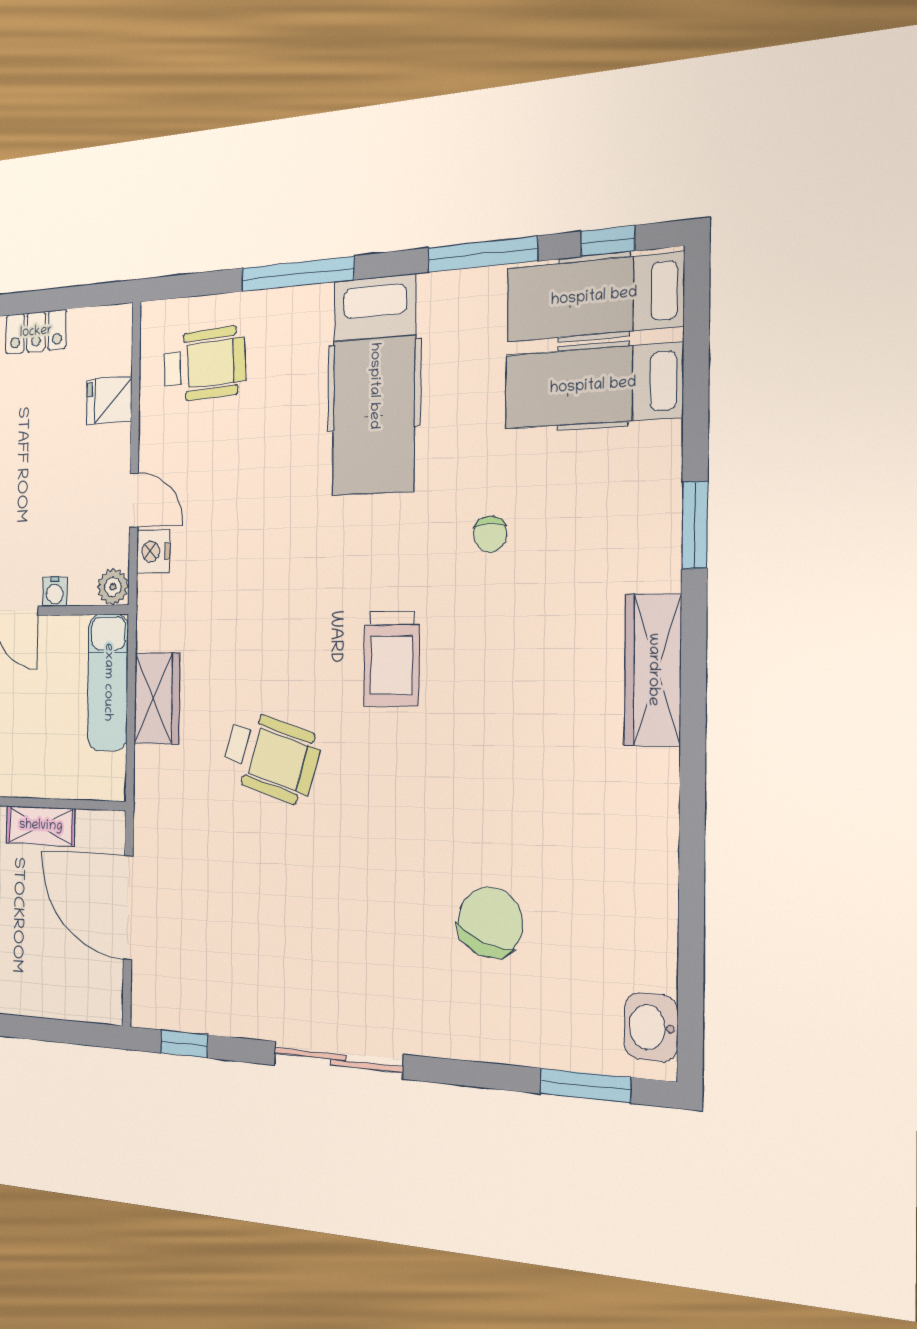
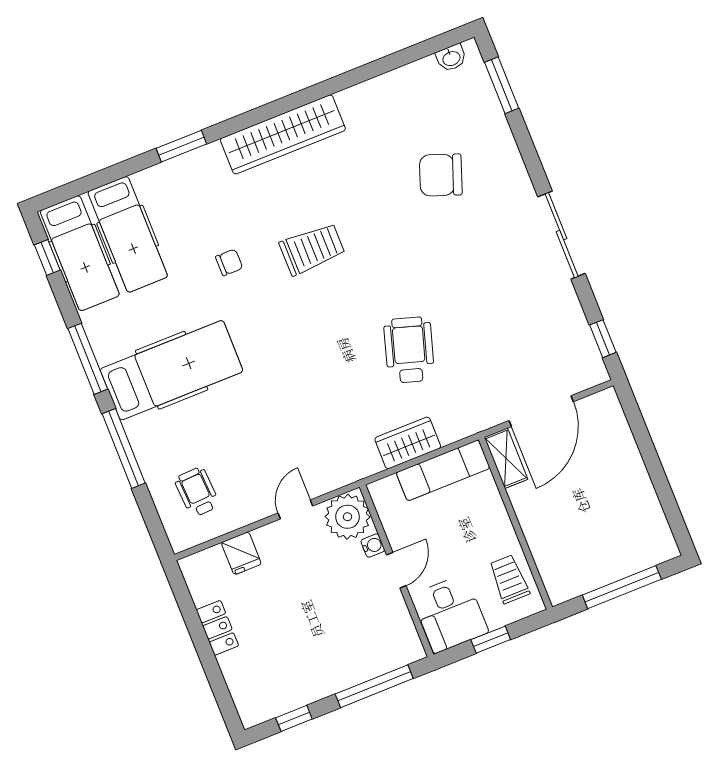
window: (482, 254) -> (88, 359), moved
wheelchair: (204, 364) -> (197, 492), width x0.73, depth x0.73
nightstand: (153, 551) -> (321, 482), removed
plant: (113, 587) -> (348, 517), width x1.87, depth x1.87
trolley: (391, 659) -> (312, 249), moved
wardrobe: (653, 670) -> (283, 134), width x1.40, depth x1.17
exam couch: (108, 682) -> (443, 470), moved
shelving: (41, 826) -> (506, 458), moved
washbasin: (651, 1027) -> (451, 58), width x0.72, depth x0.69

